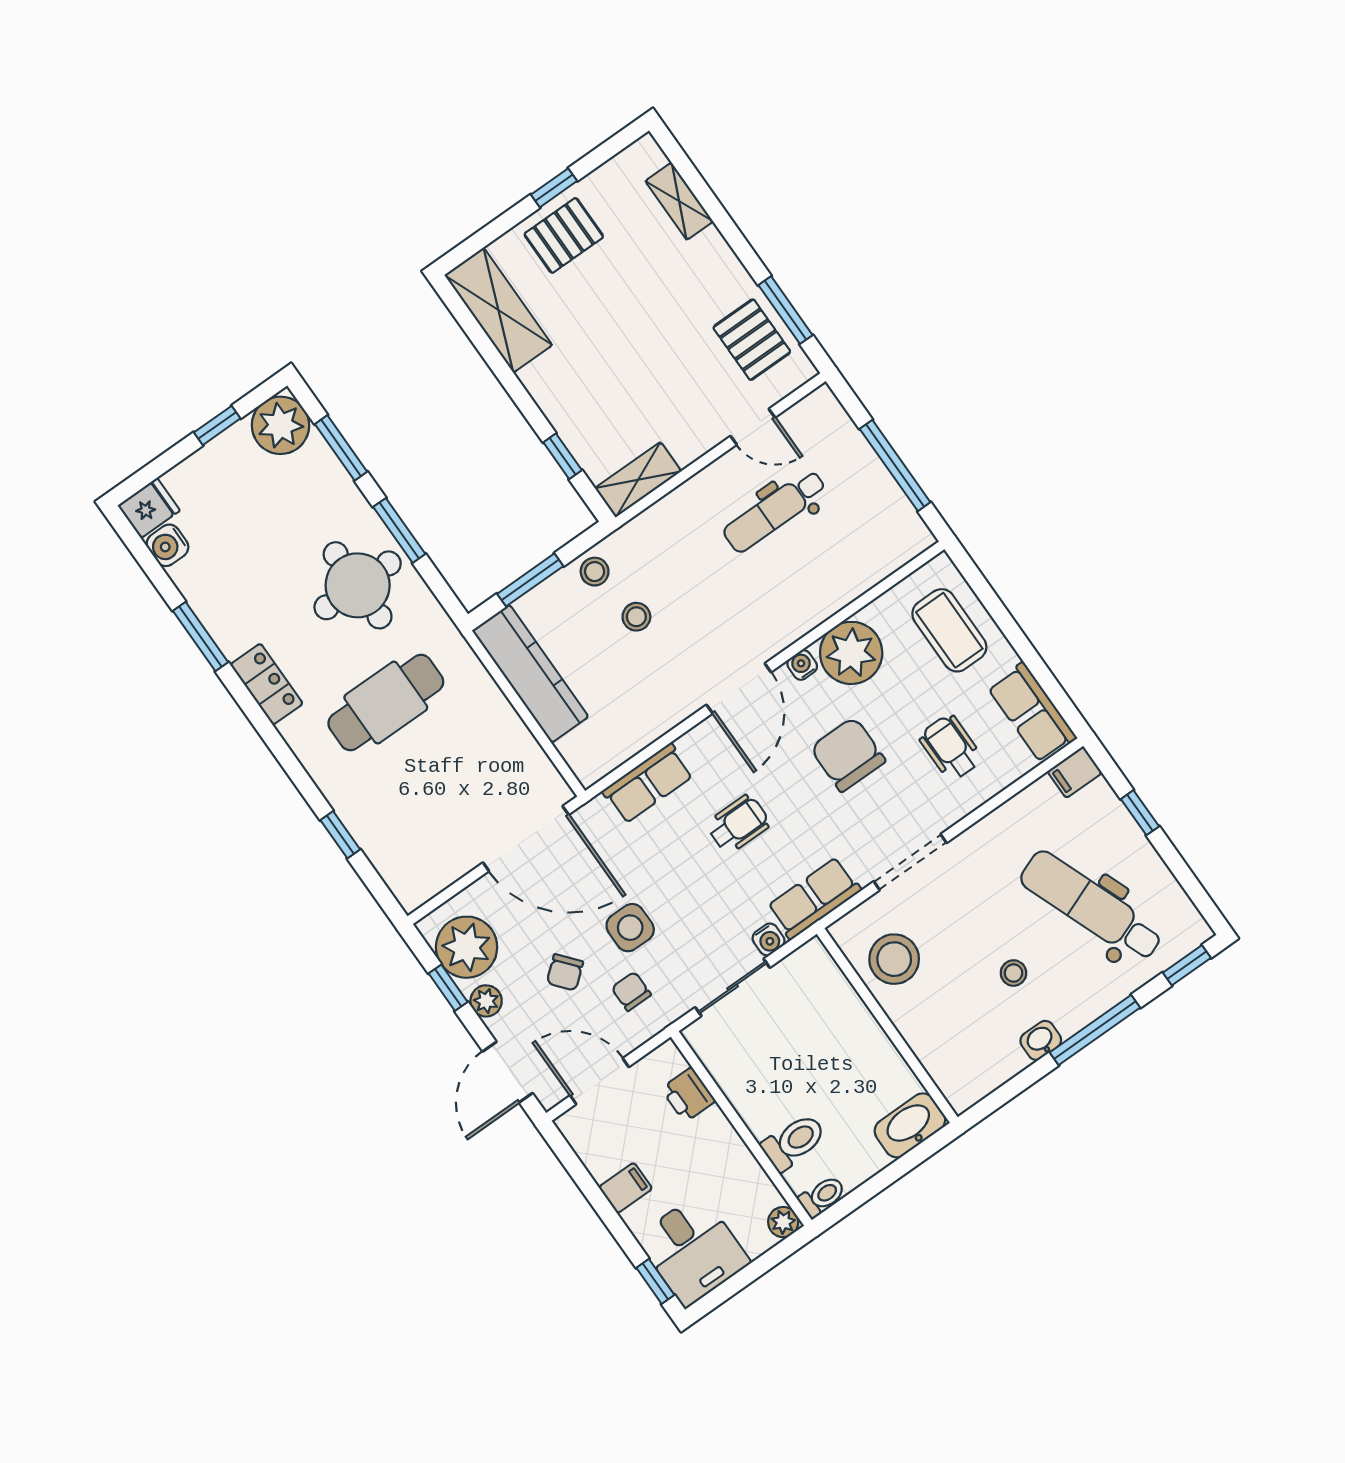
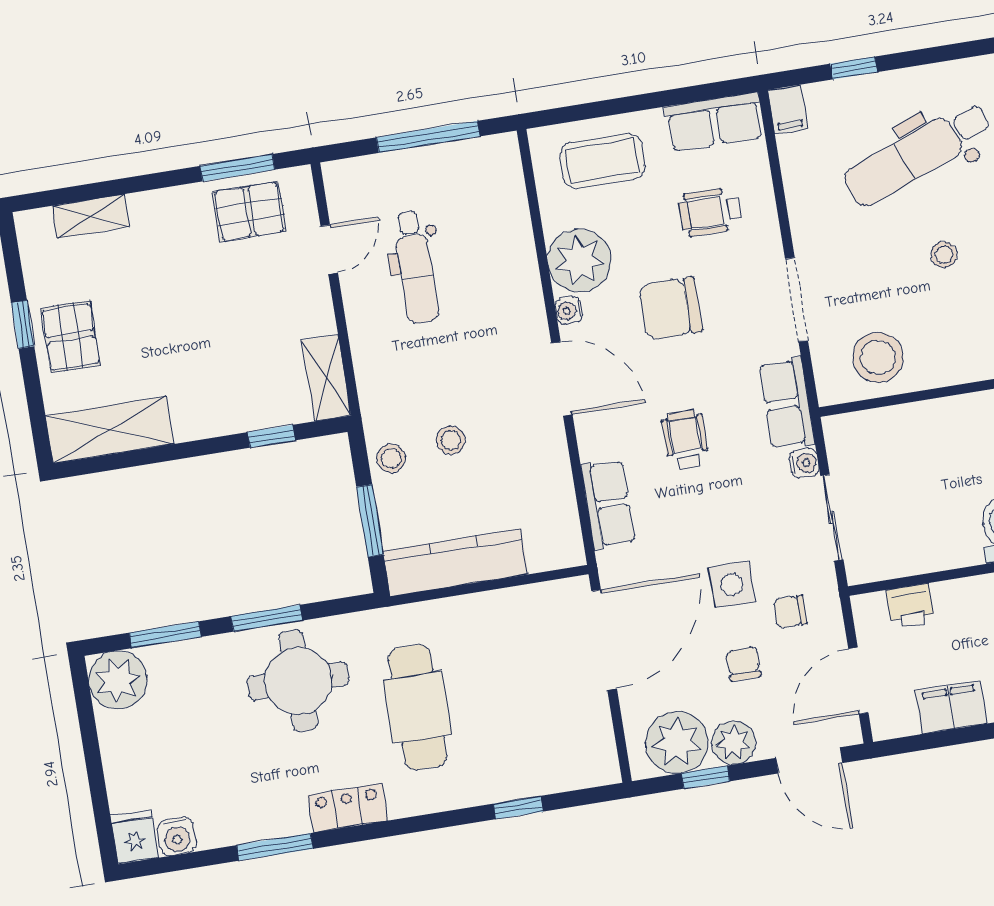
window: (217, 425) -> (90, 738), removed
chair: (565, 972) -> (744, 664), turned -140
plant: (486, 1001) -> (734, 743), width x1.38, depth x1.38
filing cabinet: (626, 1188) -> (951, 707), width x2.00

